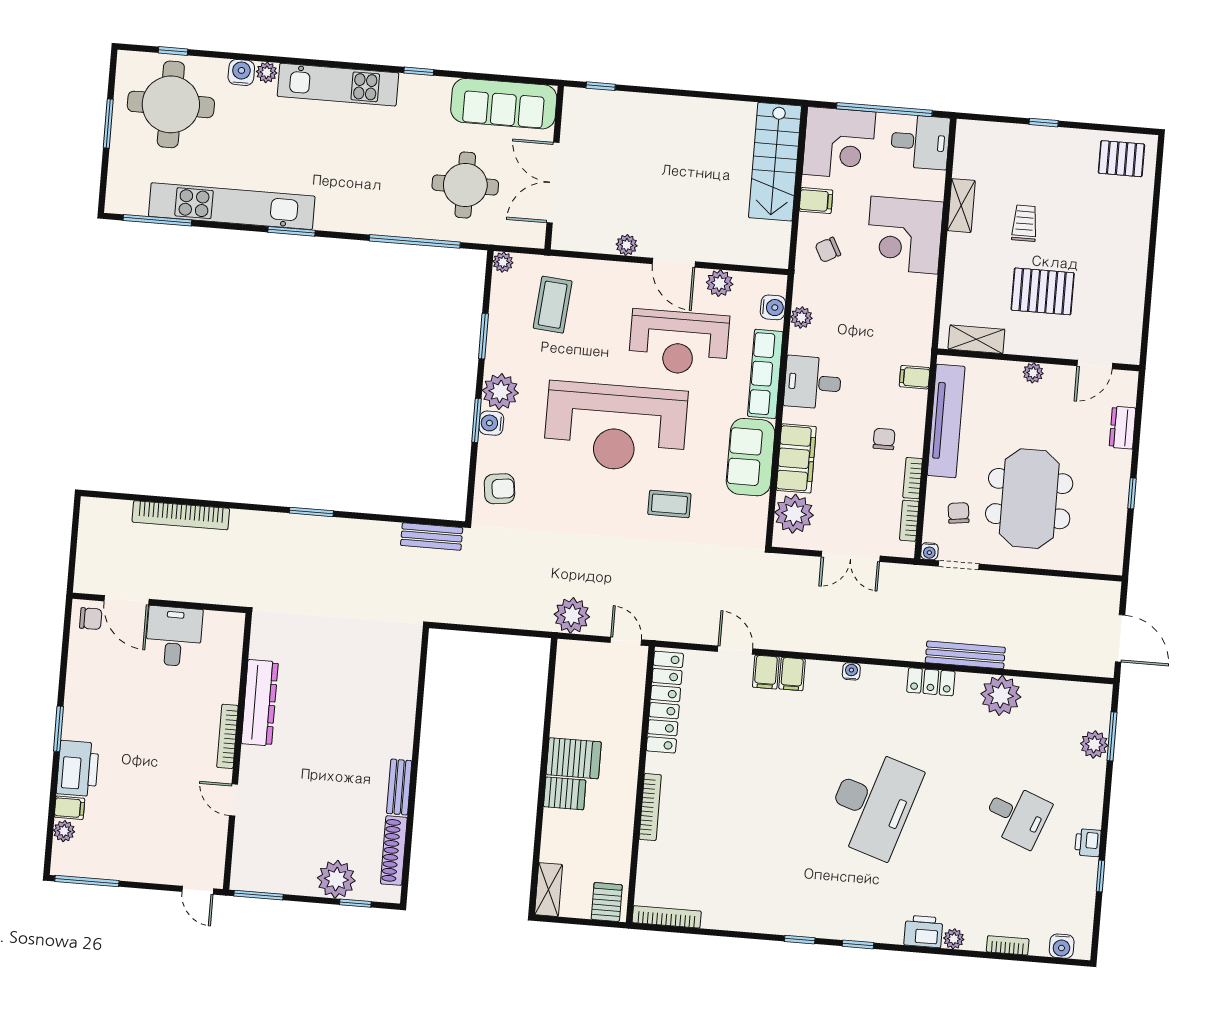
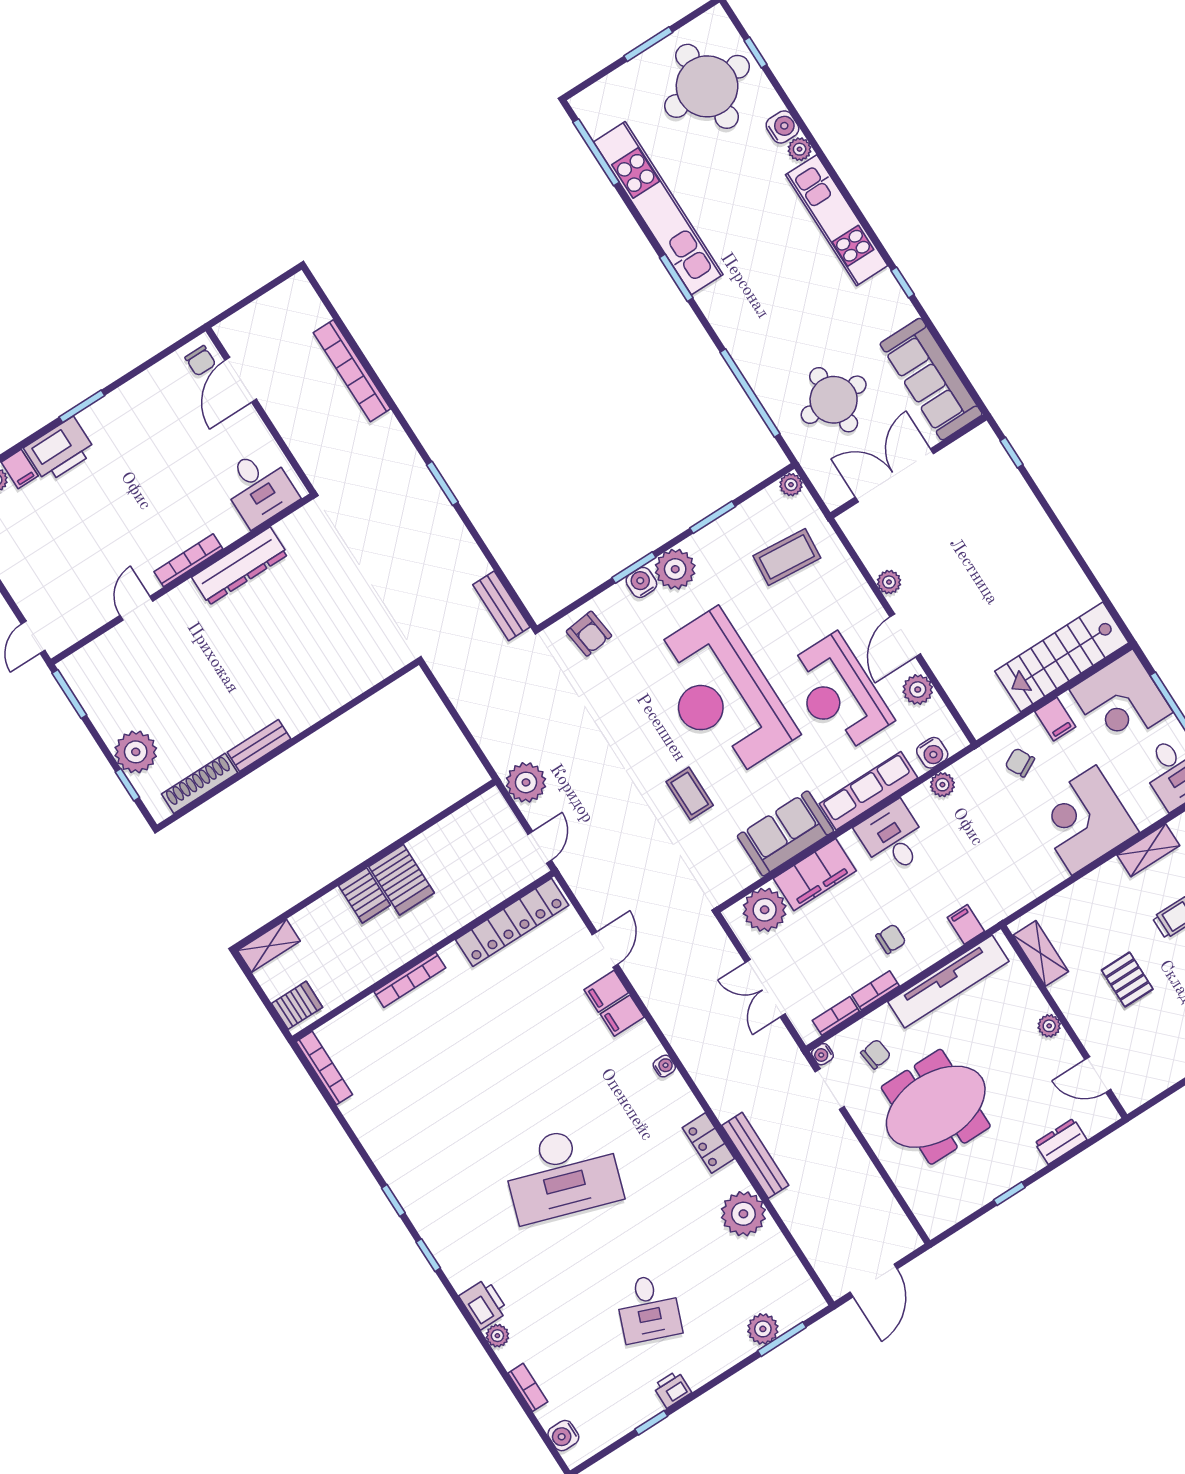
pallet: (1043, 291) -> (1127, 980), width x0.67, depth x0.71
desk: (174, 636) -> (259, 488), moved, turned 90

